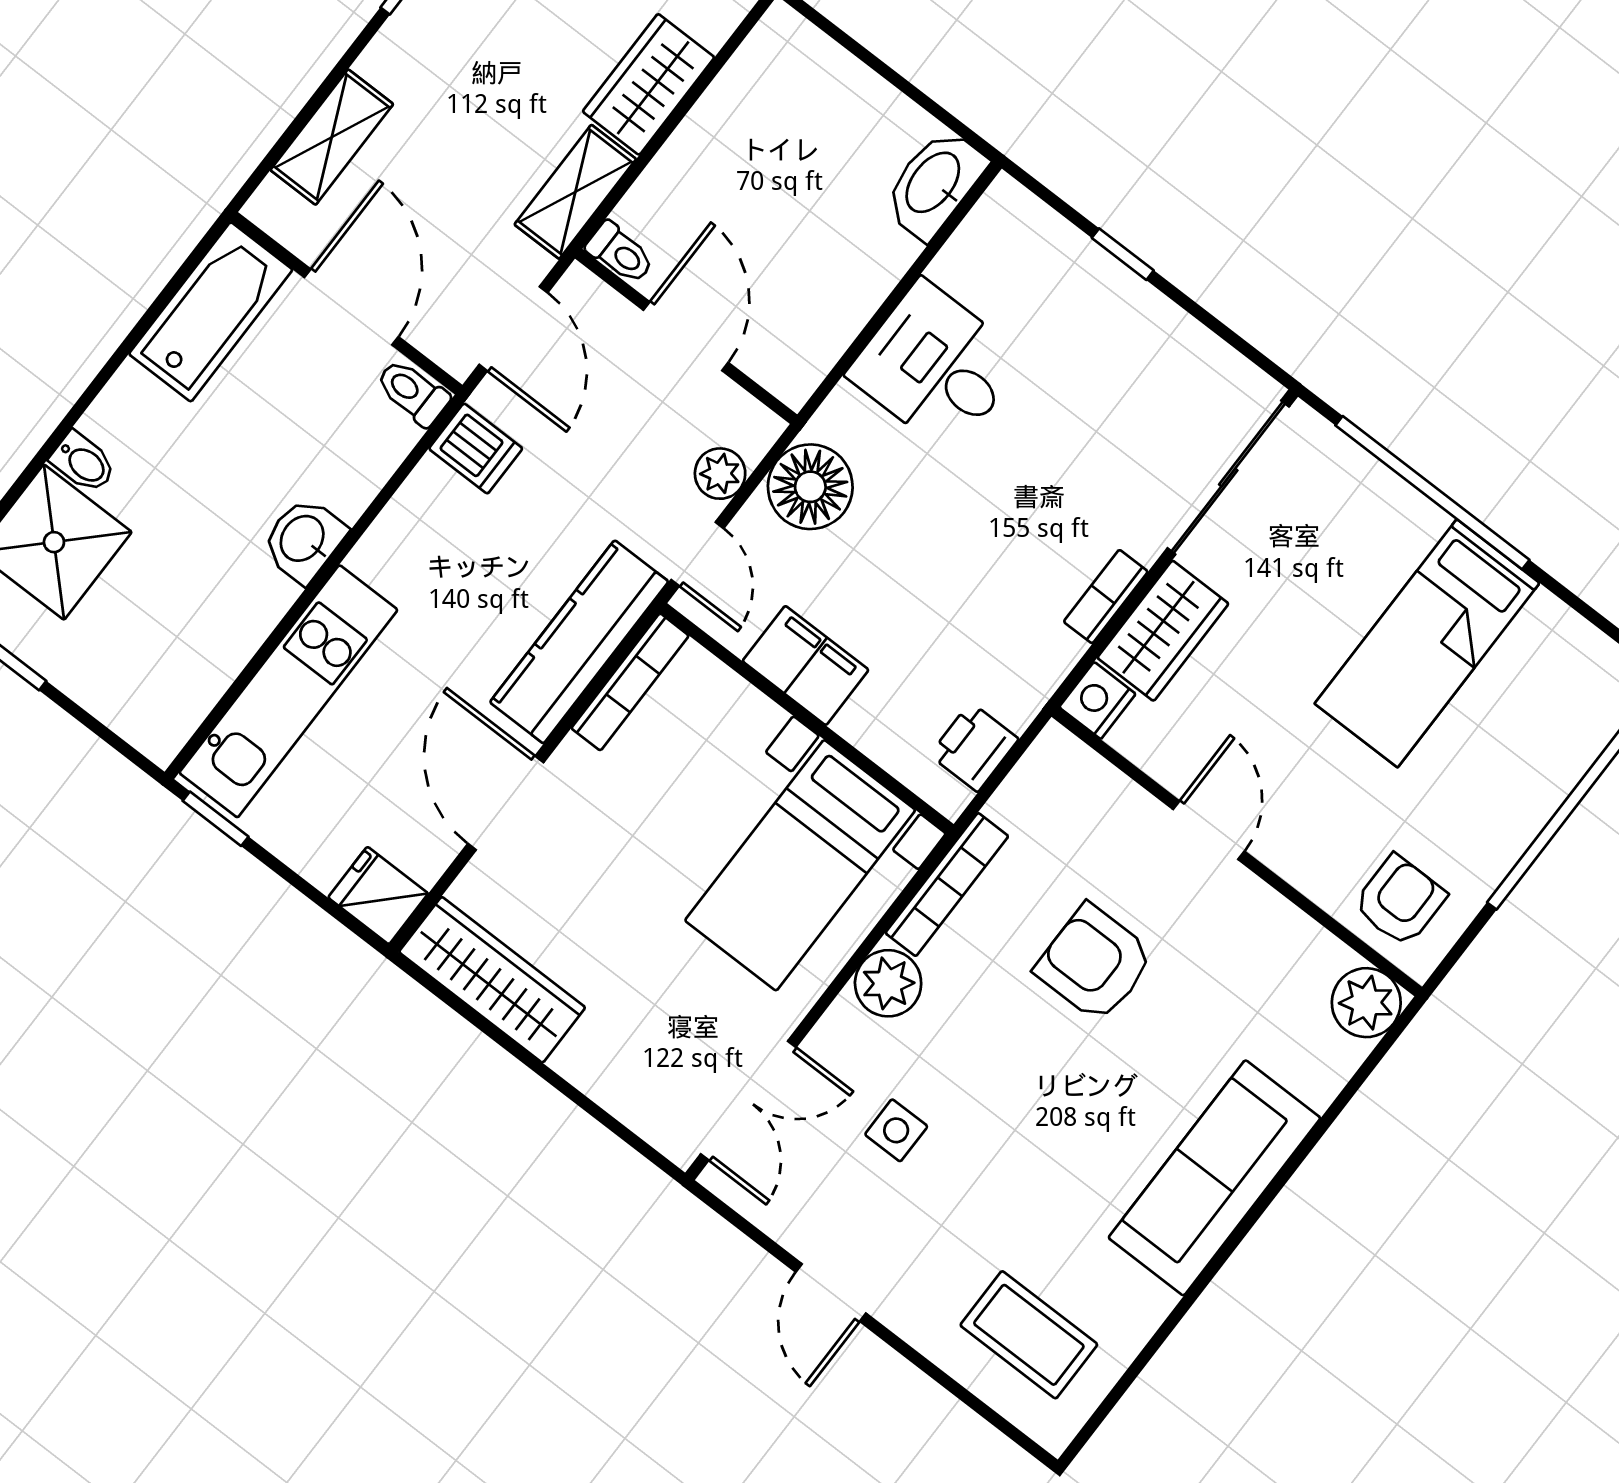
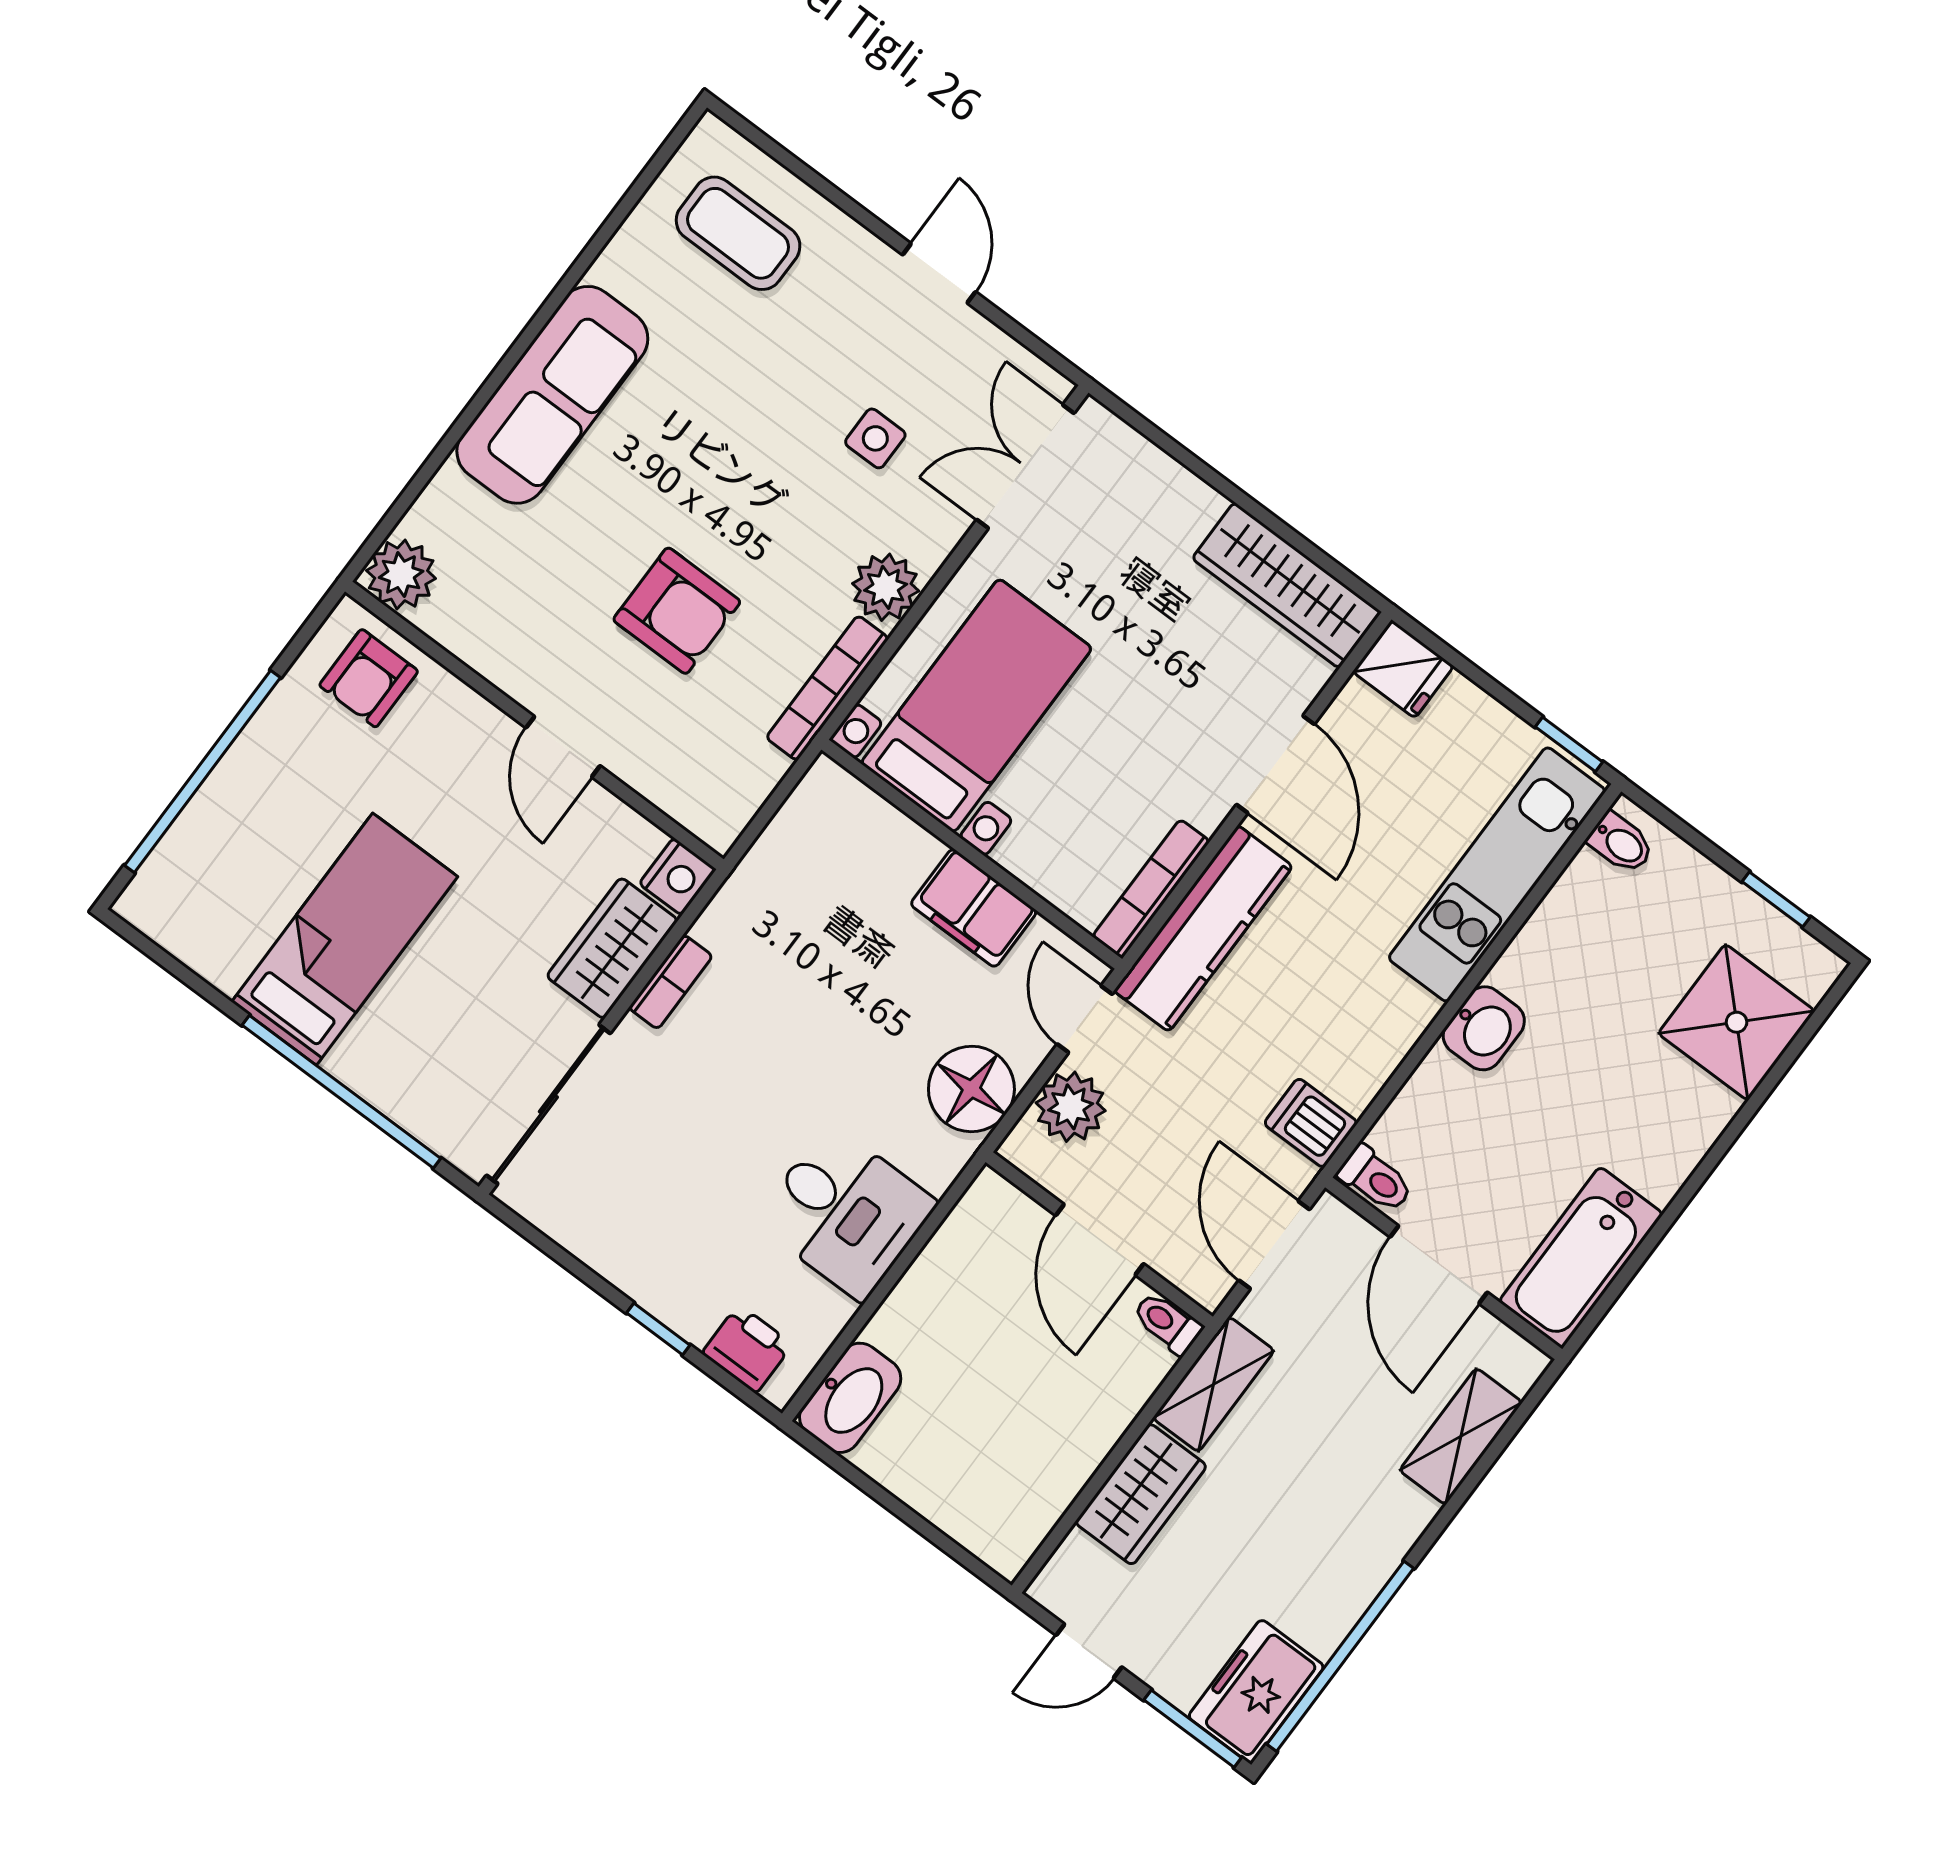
bidet: (83, 462) -> (1621, 843), moved, turned 180
plant: (720, 474) -> (1071, 1107), width x1.38, depth x1.38
printer: (974, 747) -> (747, 1349), moved, turned -90

